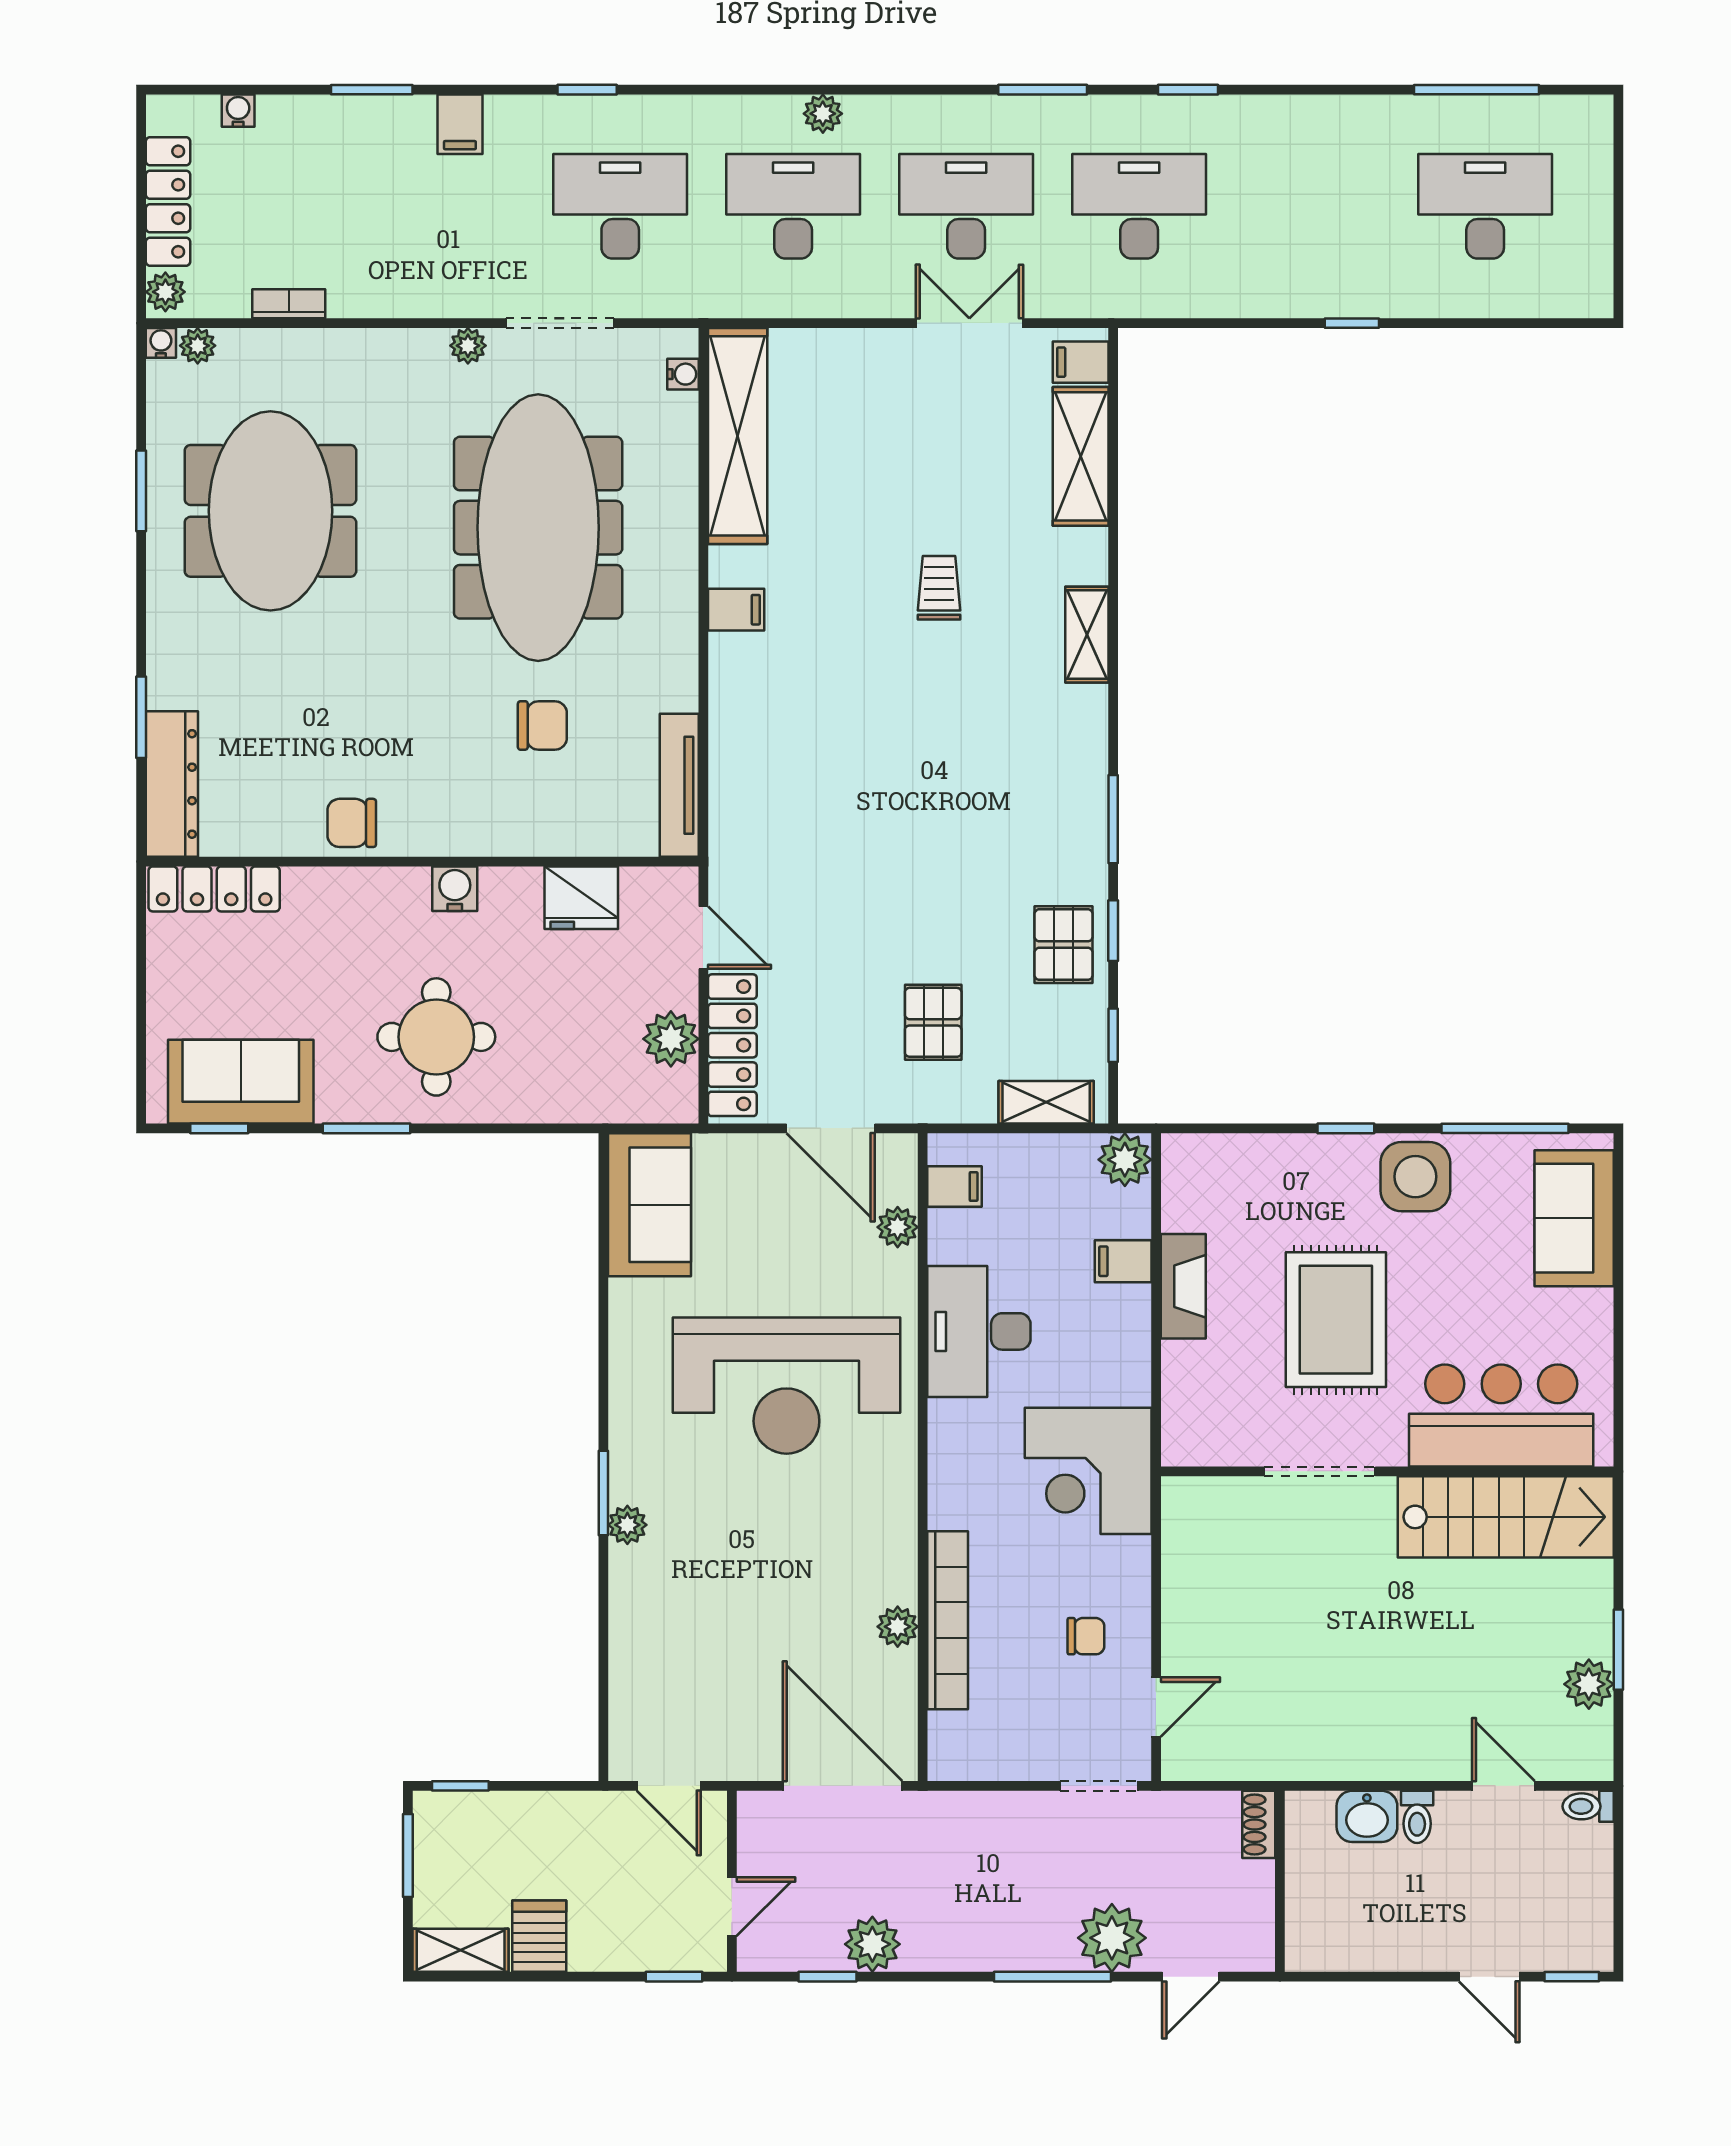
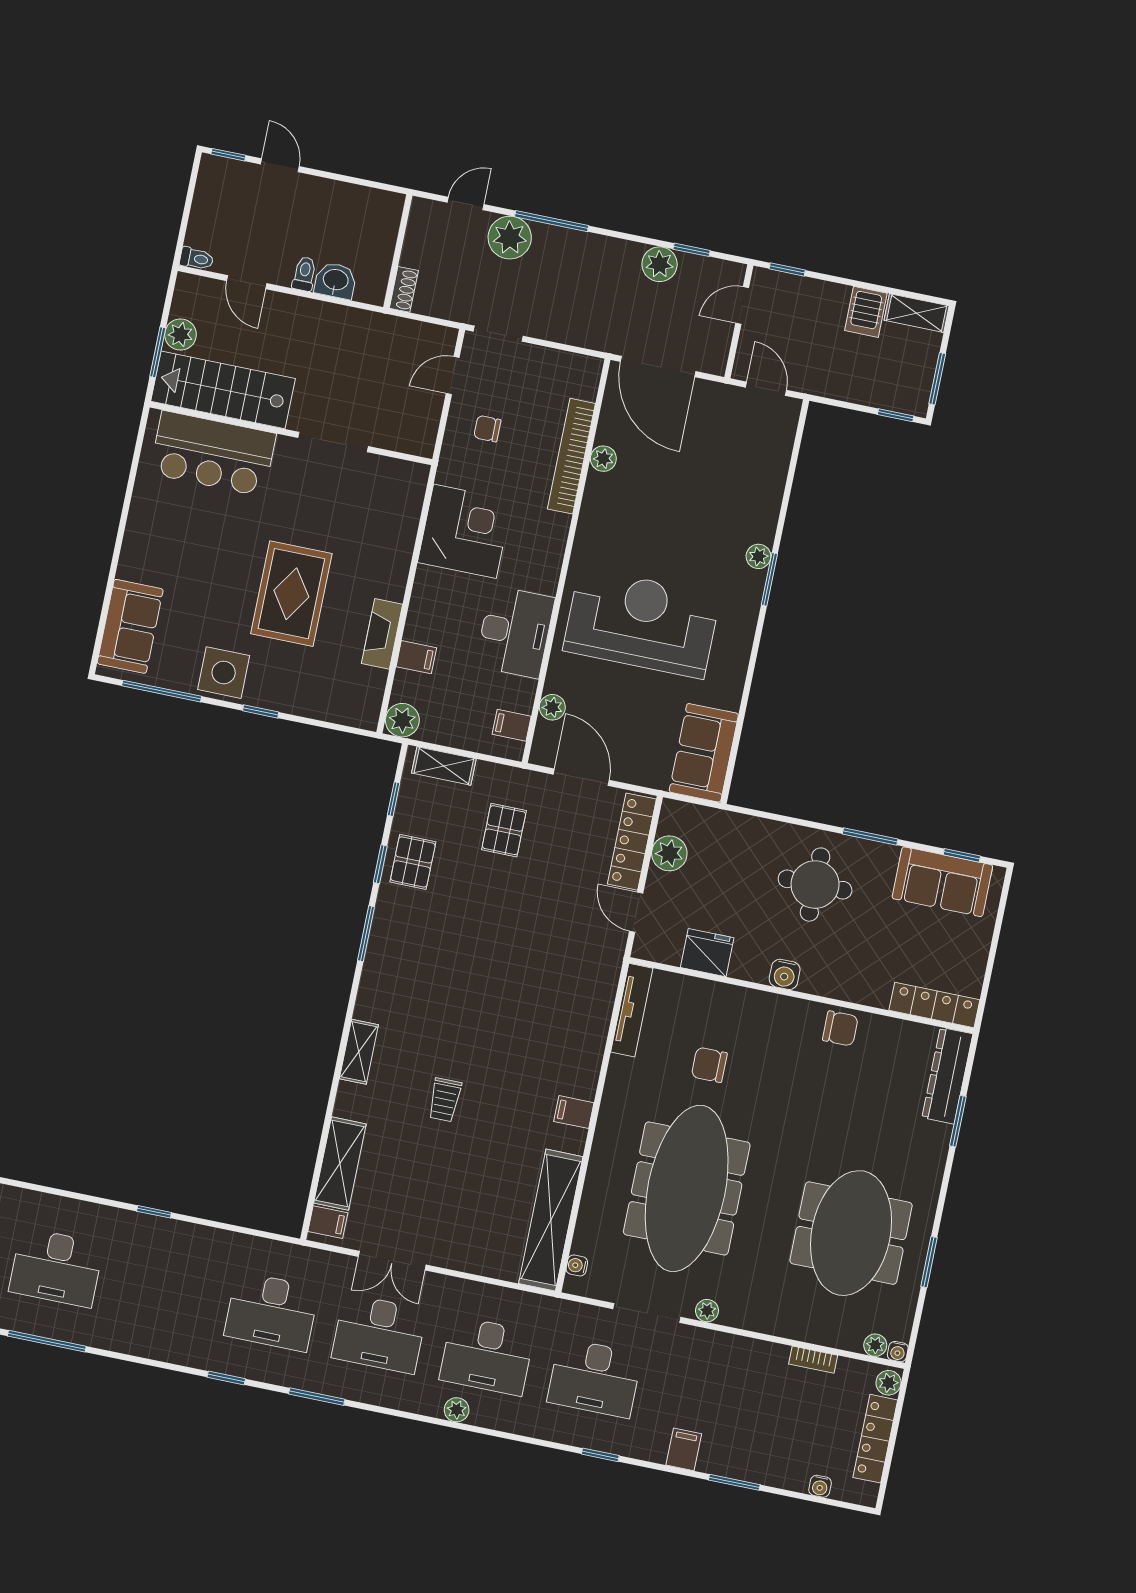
bar counter: (1501, 1416) -> (213, 454), moved
doorway: (1320, 1471) -> (333, 442), moved
wall: (1387, 1471) -> (291, 433), moved
stairs: (1506, 1517) -> (223, 390), moved

